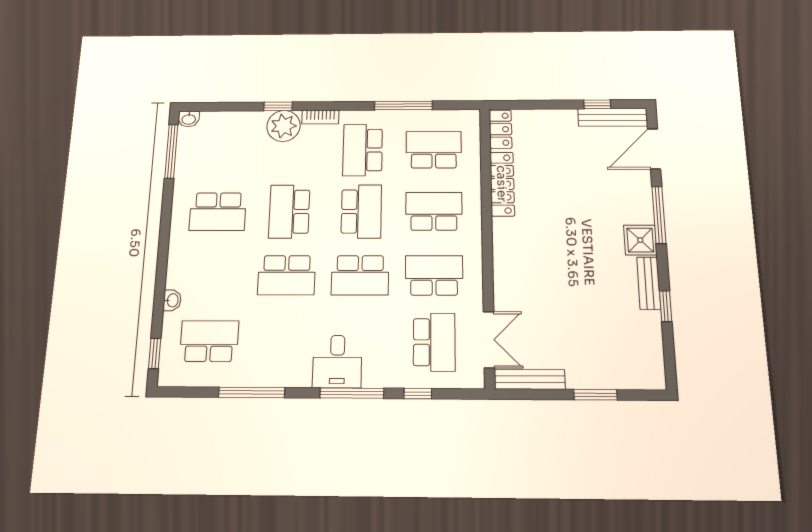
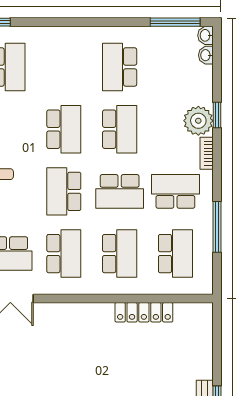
locker: (500, 129) -> (194, 312), removed
school desk: (289, 212) -> (120, 129), turned 90
school desk: (287, 275) -> (64, 129), turned 180
washbasin: (172, 300) -> (206, 55), moved, turned 90

